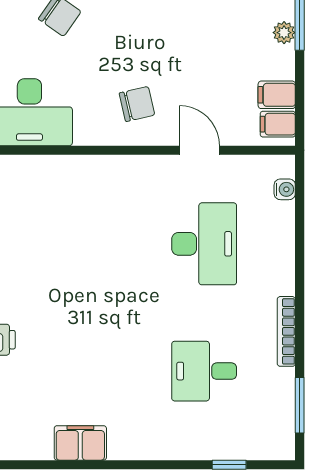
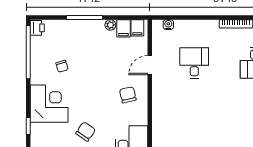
plant: (284, 33) -> (110, 25), moved
desk: (204, 244) -> (194, 63), width x0.73

